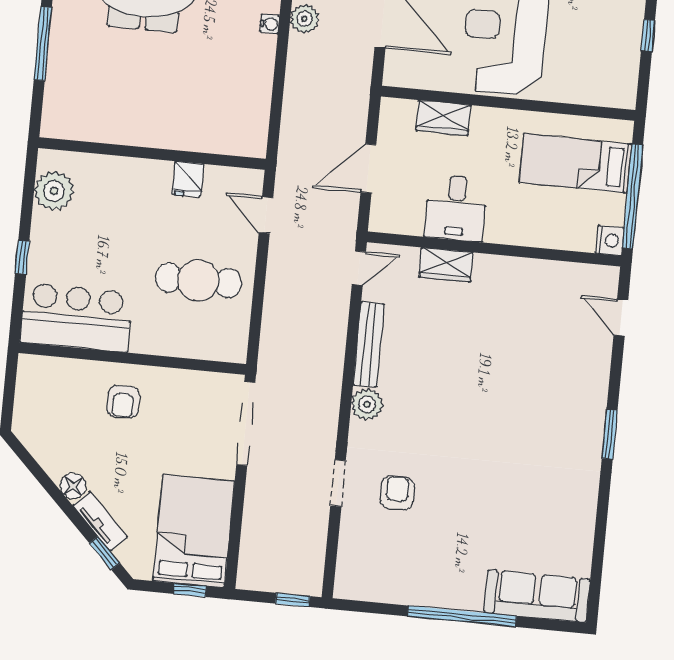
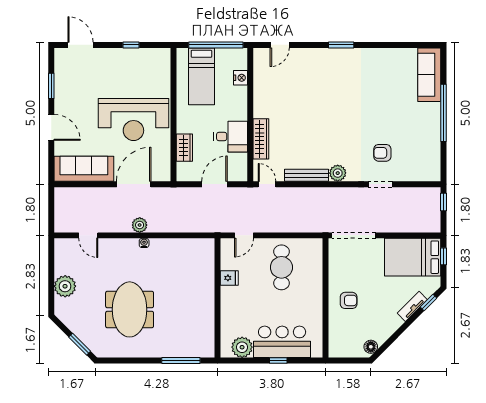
window: (43, 44) -> (181, 360), moved
door: (368, 168) -> (215, 184), swing flipped
nightstand: (610, 240) -> (241, 78), moved, turned 90
wardrobe: (446, 265) -> (261, 139), width x1.50
bar counter: (76, 317) -> (282, 342), moved, turned 90
floor lamp: (73, 486) -> (371, 347), moved

